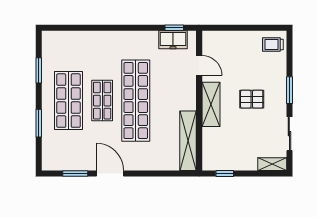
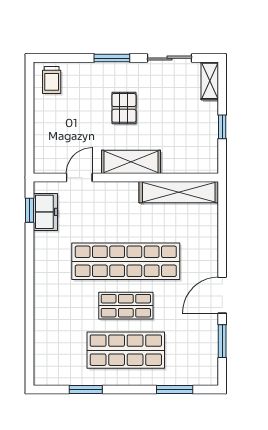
window: (39, 123) -> (175, 389), moved
window: (225, 173) -> (222, 127), moved

